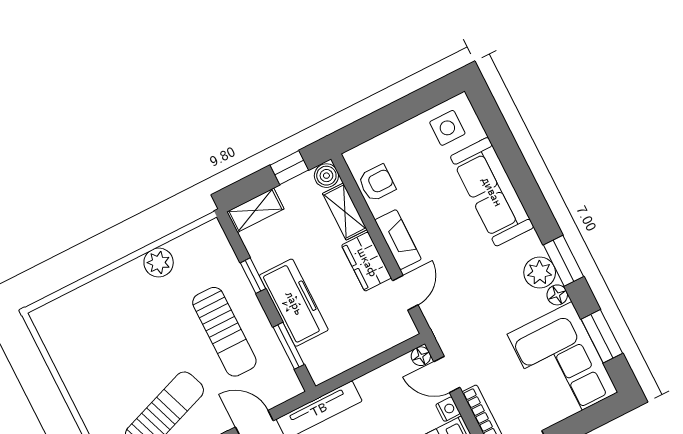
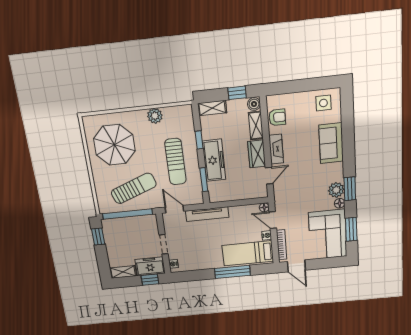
sofa: (492, 192) -> (331, 143), width x0.73
parasol: (103, 343) -> (114, 145), added

